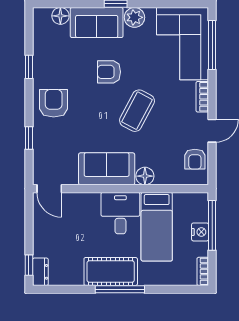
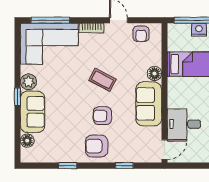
armchair: (109, 72) -> (102, 116), moved, turned 90
coffee table: (137, 111) -> (103, 80), width x0.73, depth x0.77
armchair: (195, 159) -> (141, 34), turned 90
desk: (120, 213) -> (184, 124), moved

